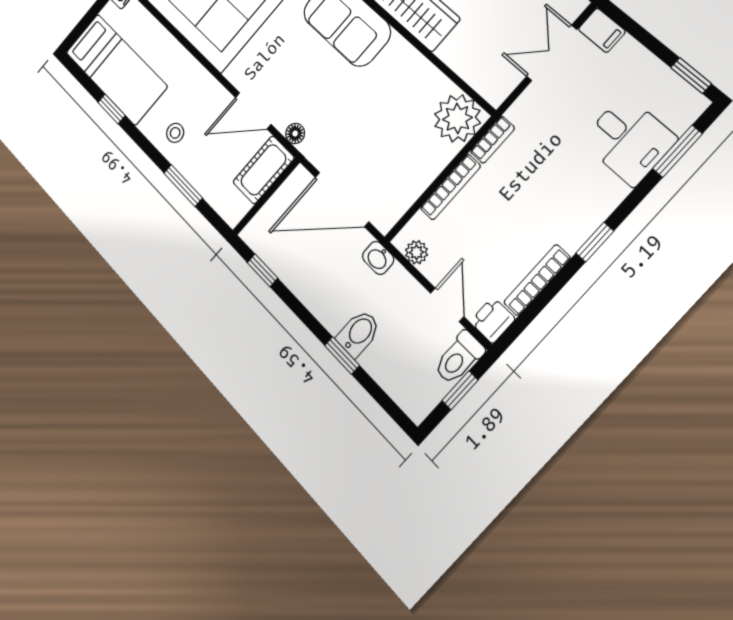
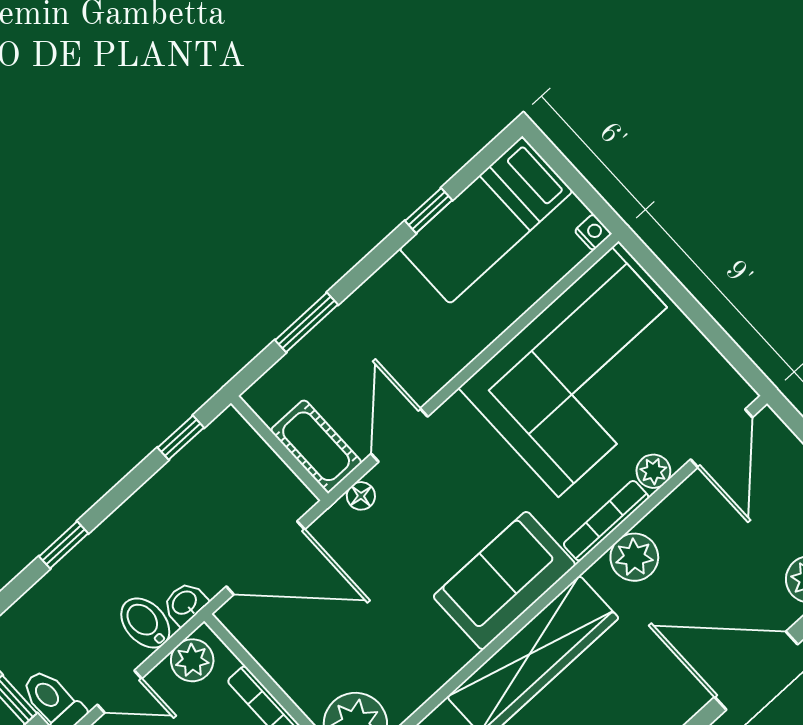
stool: (175, 133) -> (382, 313), removed
door: (342, 199) -> (265, 558), swing flipped
plant: (416, 252) -> (192, 660), width x1.38, depth x1.38
bidet: (358, 333) -> (145, 623), moved, turned 180

